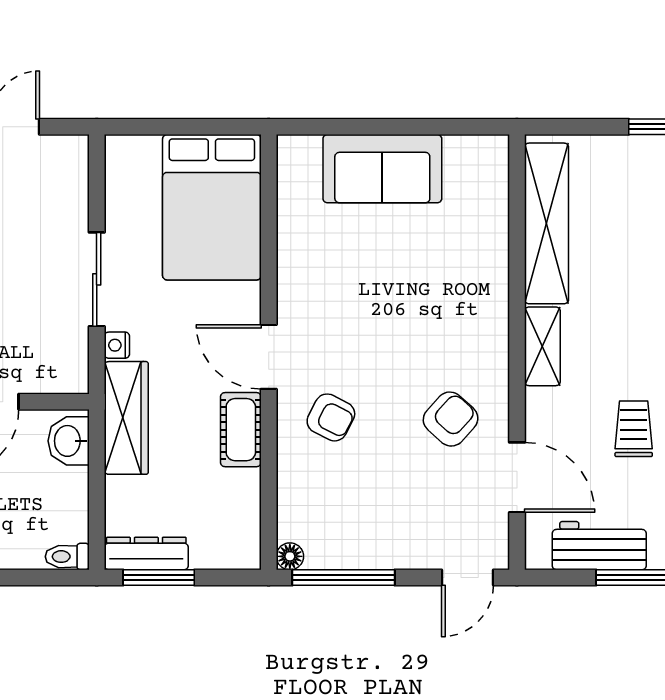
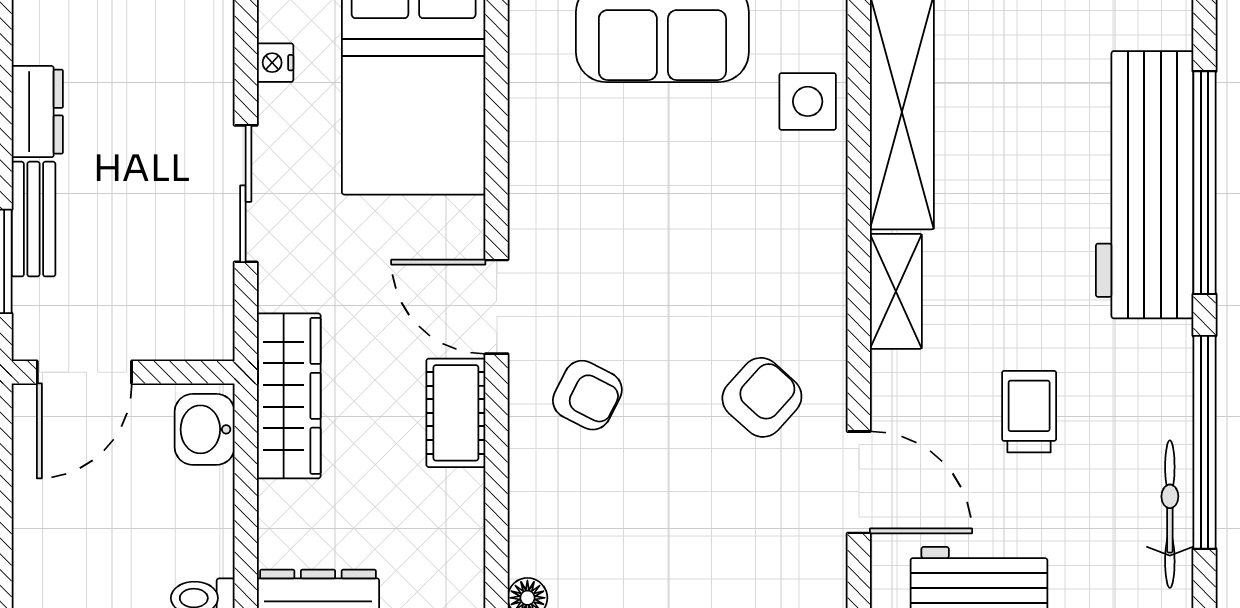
side table: (482, 216) -> (808, 101), added
nightstand: (117, 345) -> (275, 63), moved

